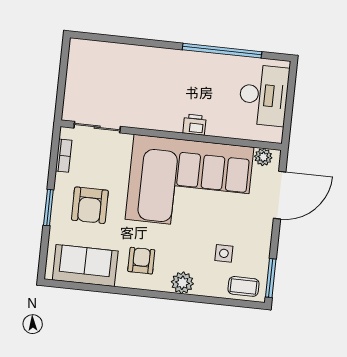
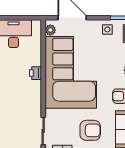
side table: (224, 253) -> (107, 29), moved

